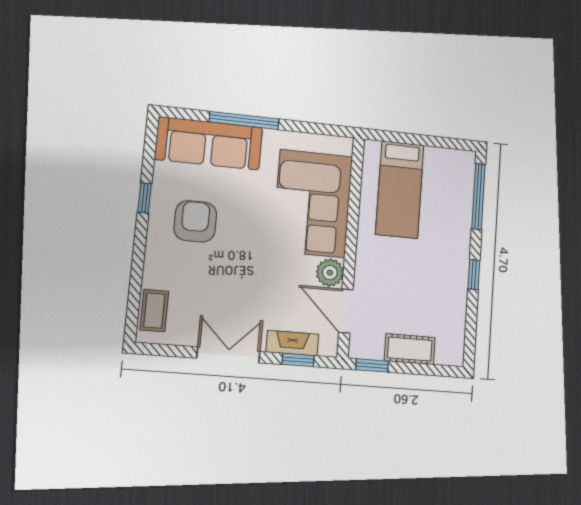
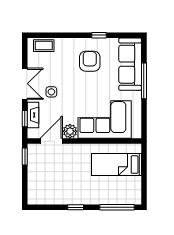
armchair: (195, 221) -> (90, 61), turned -90
side table: (250, 303) -> (51, 92), added
cot: (410, 349) -> (34, 176), removed

